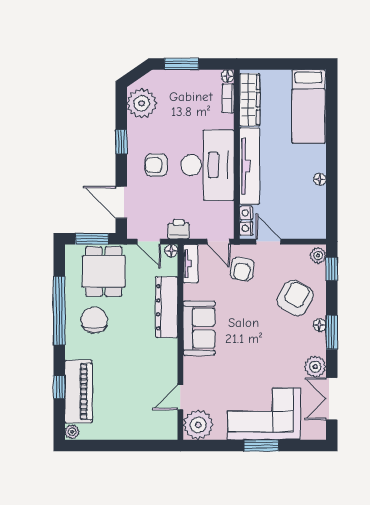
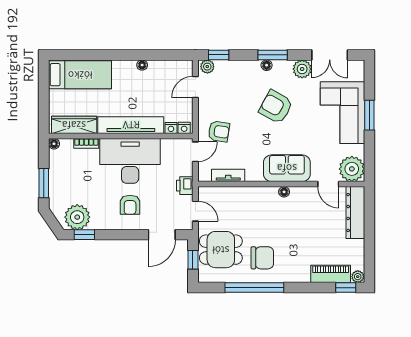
bookcase: (228, 98) -> (86, 143), moved
window: (121, 142) -> (84, 235), moved
window: (92, 239) -> (193, 260), width x0.67
door: (149, 242) -> (195, 211), hinge flipped
door: (268, 242) -> (195, 87), moved
floor lamp: (171, 251) -> (284, 192), moved
tv unit: (191, 264) -> (228, 175), moved
armchair: (295, 298) -> (276, 107), moved
dresser: (167, 307) -> (355, 213), moved, turned 90
chair: (94, 320) -> (262, 258), turned 180
sofa: (199, 328) -> (287, 168), moved
window: (59, 387) -> (346, 288), moved
piano: (79, 392) -> (331, 274), width x0.73, depth x0.75

